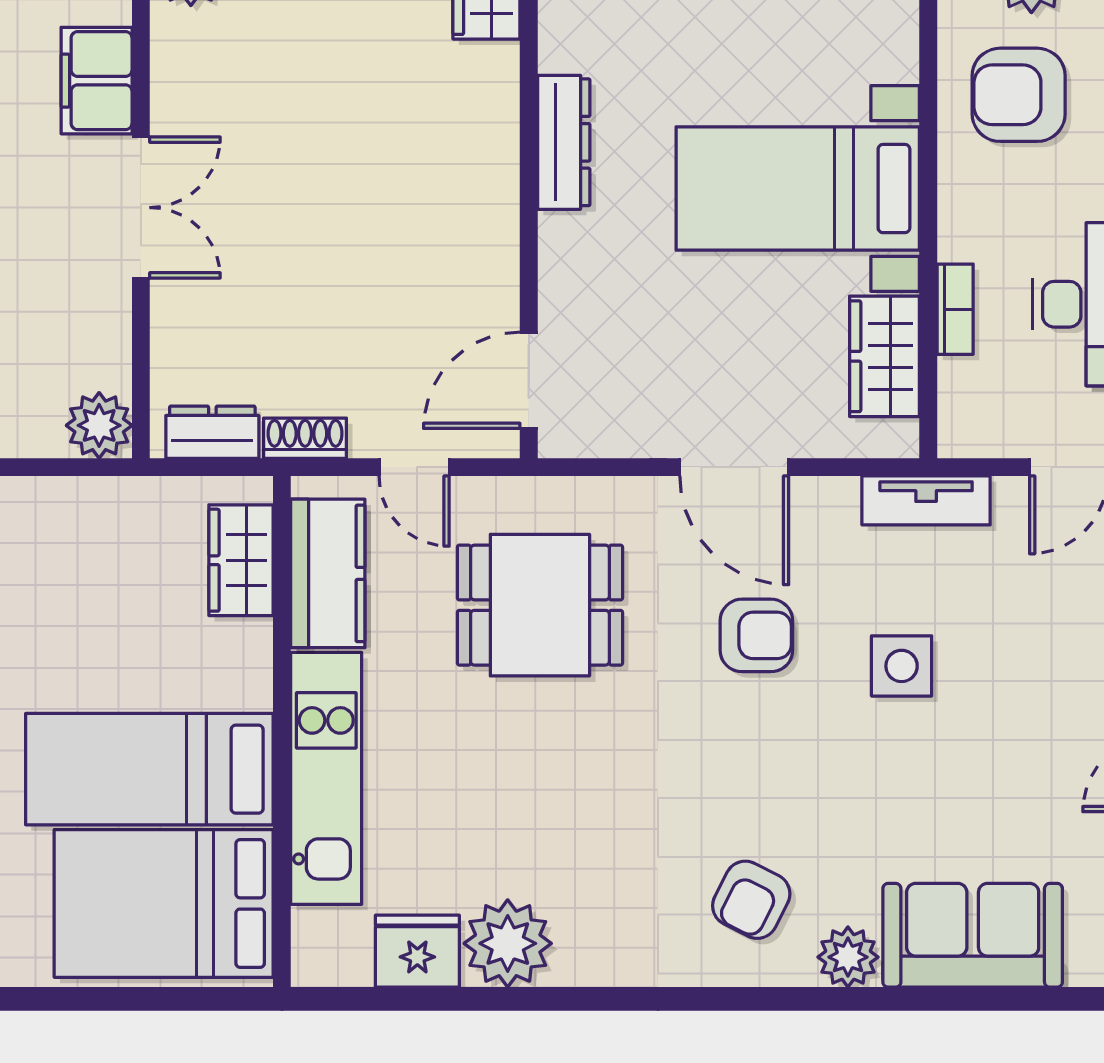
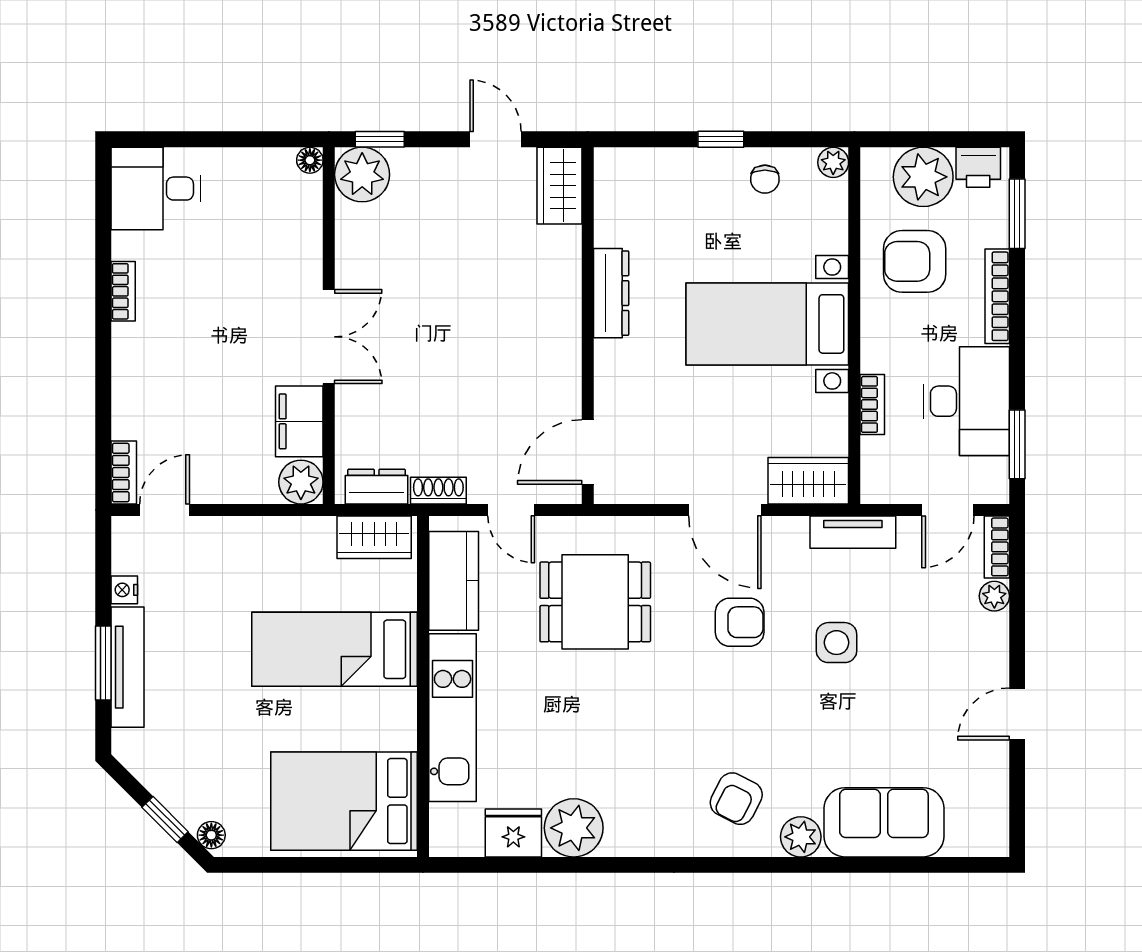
filing cabinet: (97, 81) -> (299, 421), moved
wardrobe: (885, 356) -> (808, 481), moved, turned 90
wardrobe: (241, 560) -> (374, 537), moved, turned -90
bed: (149, 769) -> (334, 649), moved

